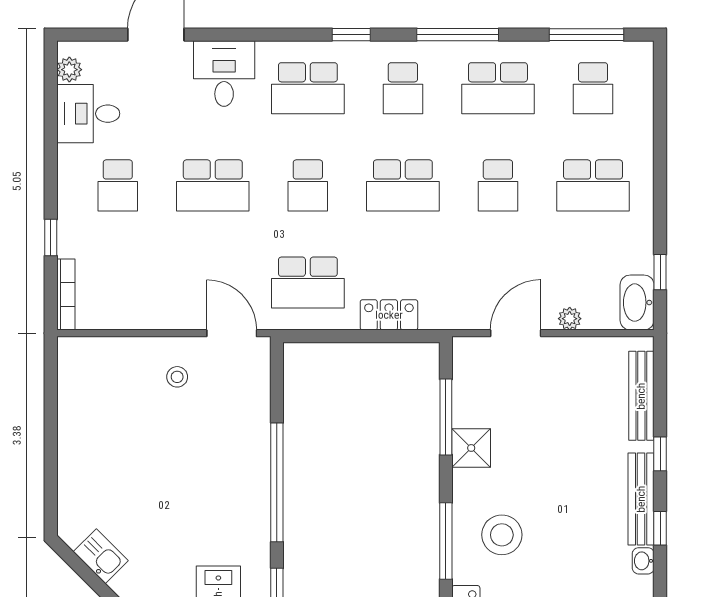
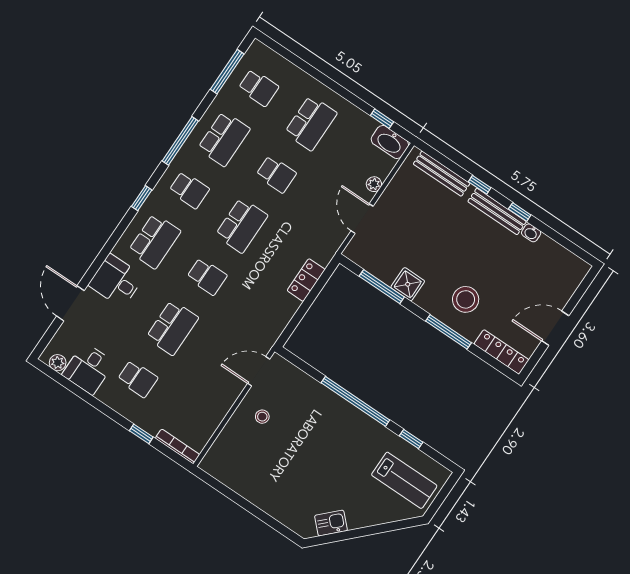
school desk: (308, 283) -> (259, 312), removed

